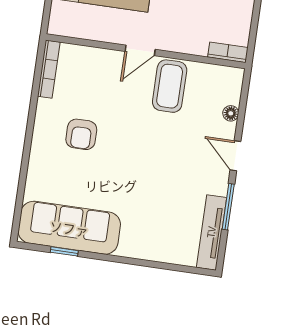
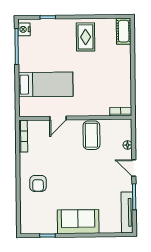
door: (140, 50) -> (58, 118), moved
armchair: (81, 134) -> (38, 183), moved
sofa: (69, 228) -> (78, 222), moved, width x0.73

